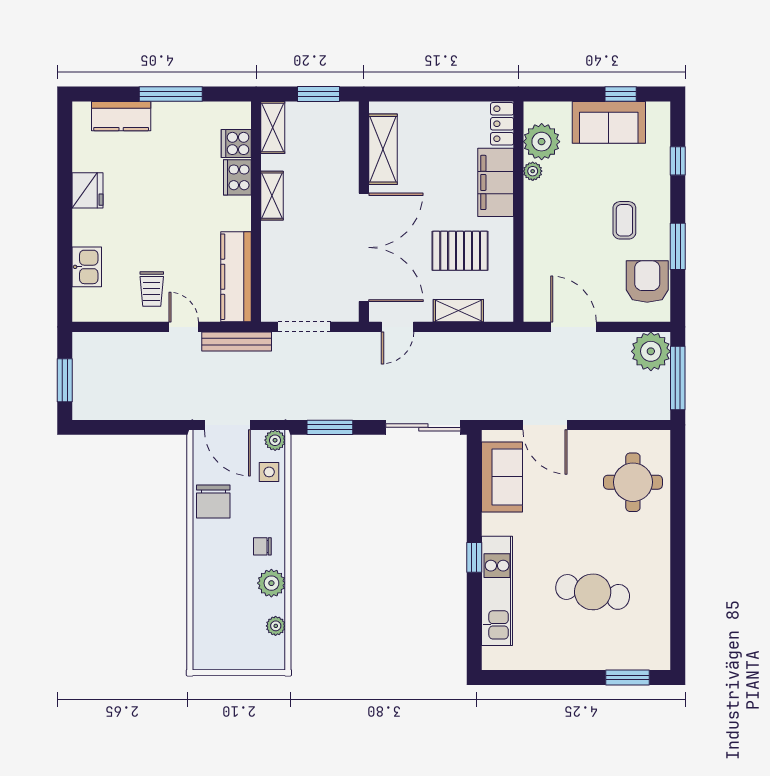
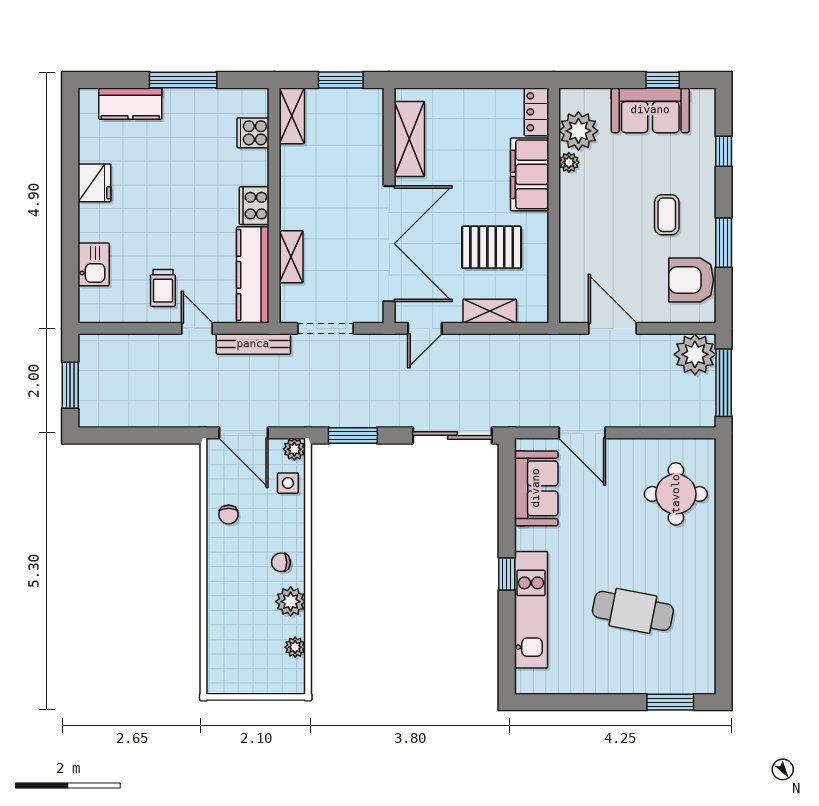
cooker: (237, 177) -> (254, 206), moved
shelving: (272, 196) -> (291, 257), moved
armchair: (647, 282) -> (691, 280), turned -90
chair: (213, 502) -> (228, 515), width x0.54, depth x0.54

